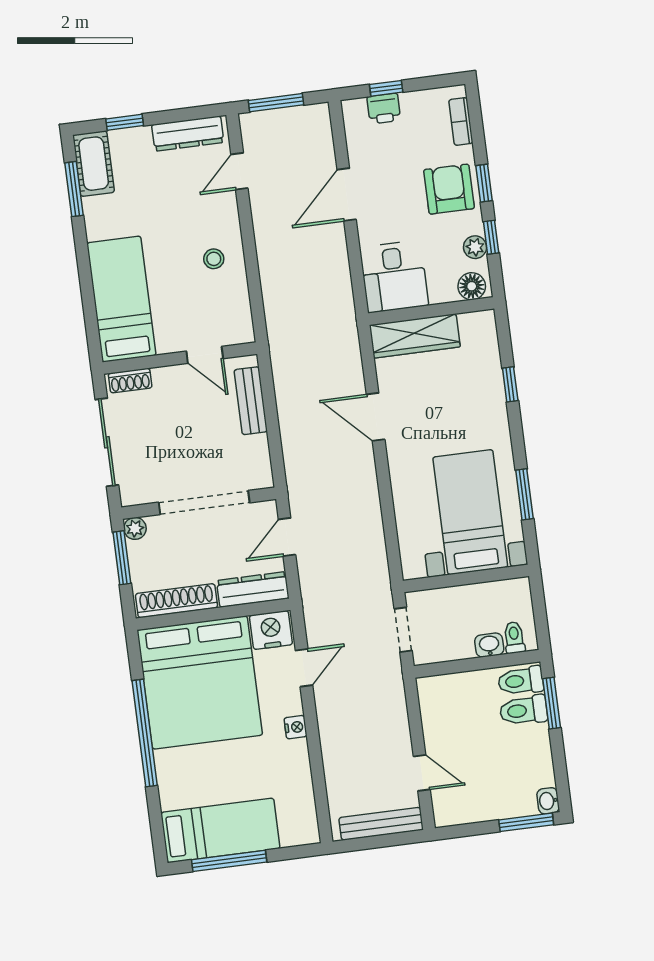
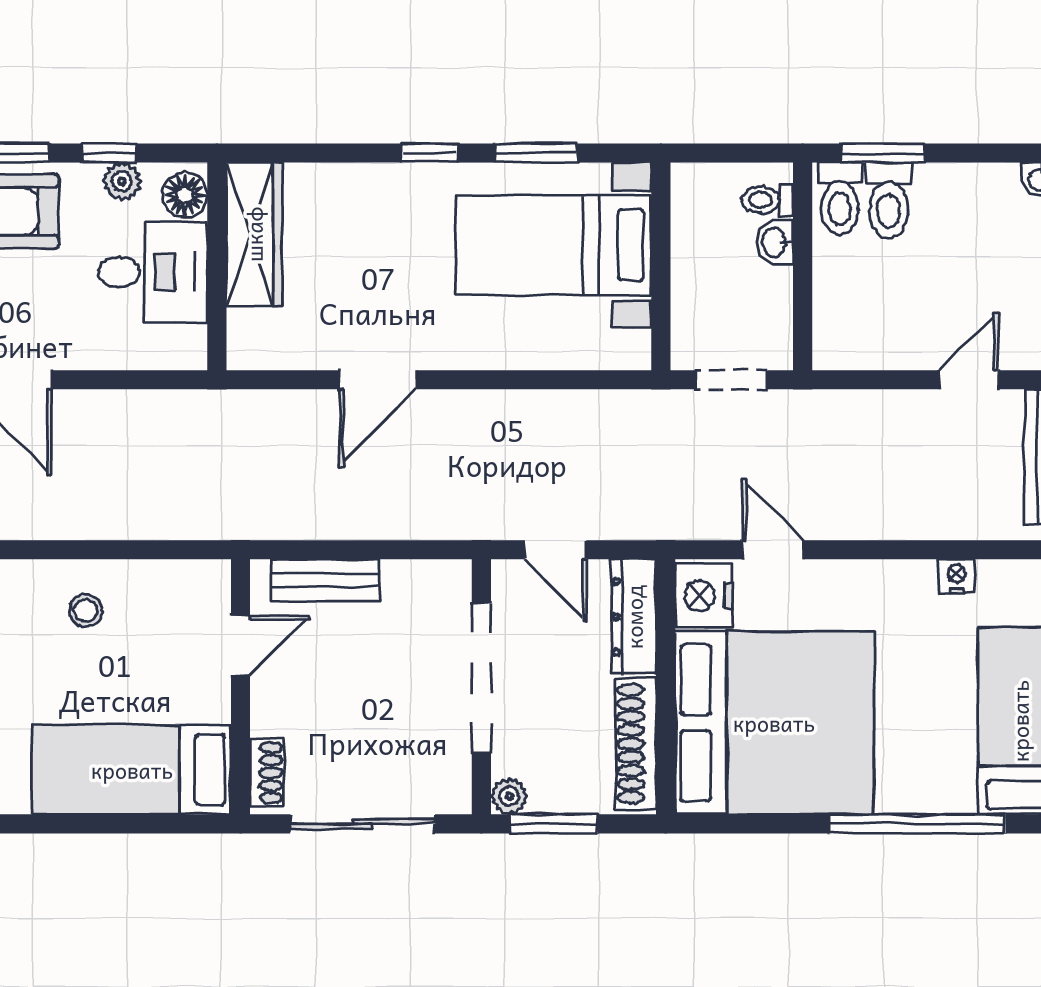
desk: (394, 277) -> (153, 272), moved
wardrobe: (415, 336) -> (254, 234), moved
window: (510, 384) -> (430, 153), moved
nightstand: (296, 727) -> (957, 576), moved
window: (145, 733) -> (917, 824), moved

